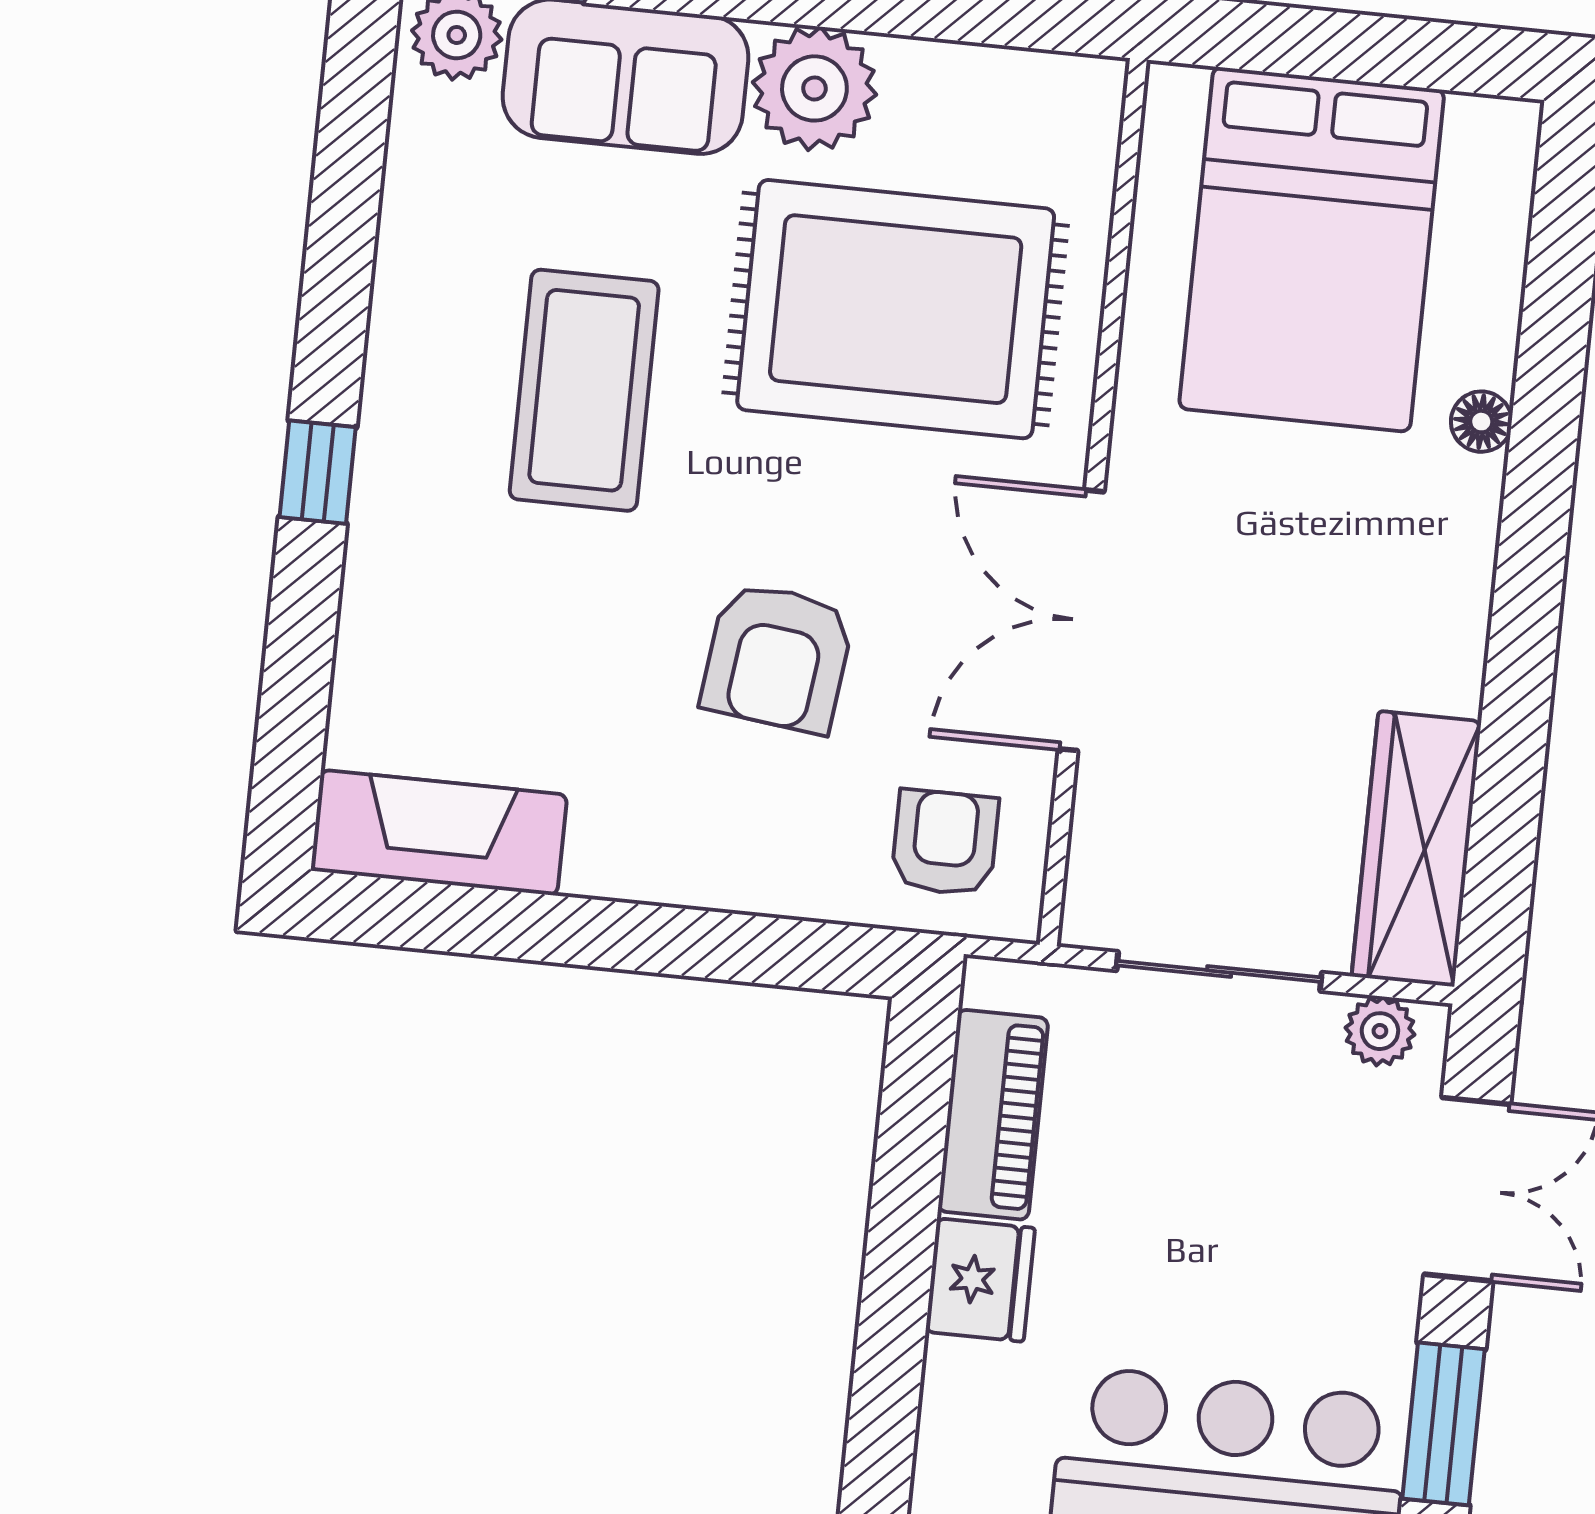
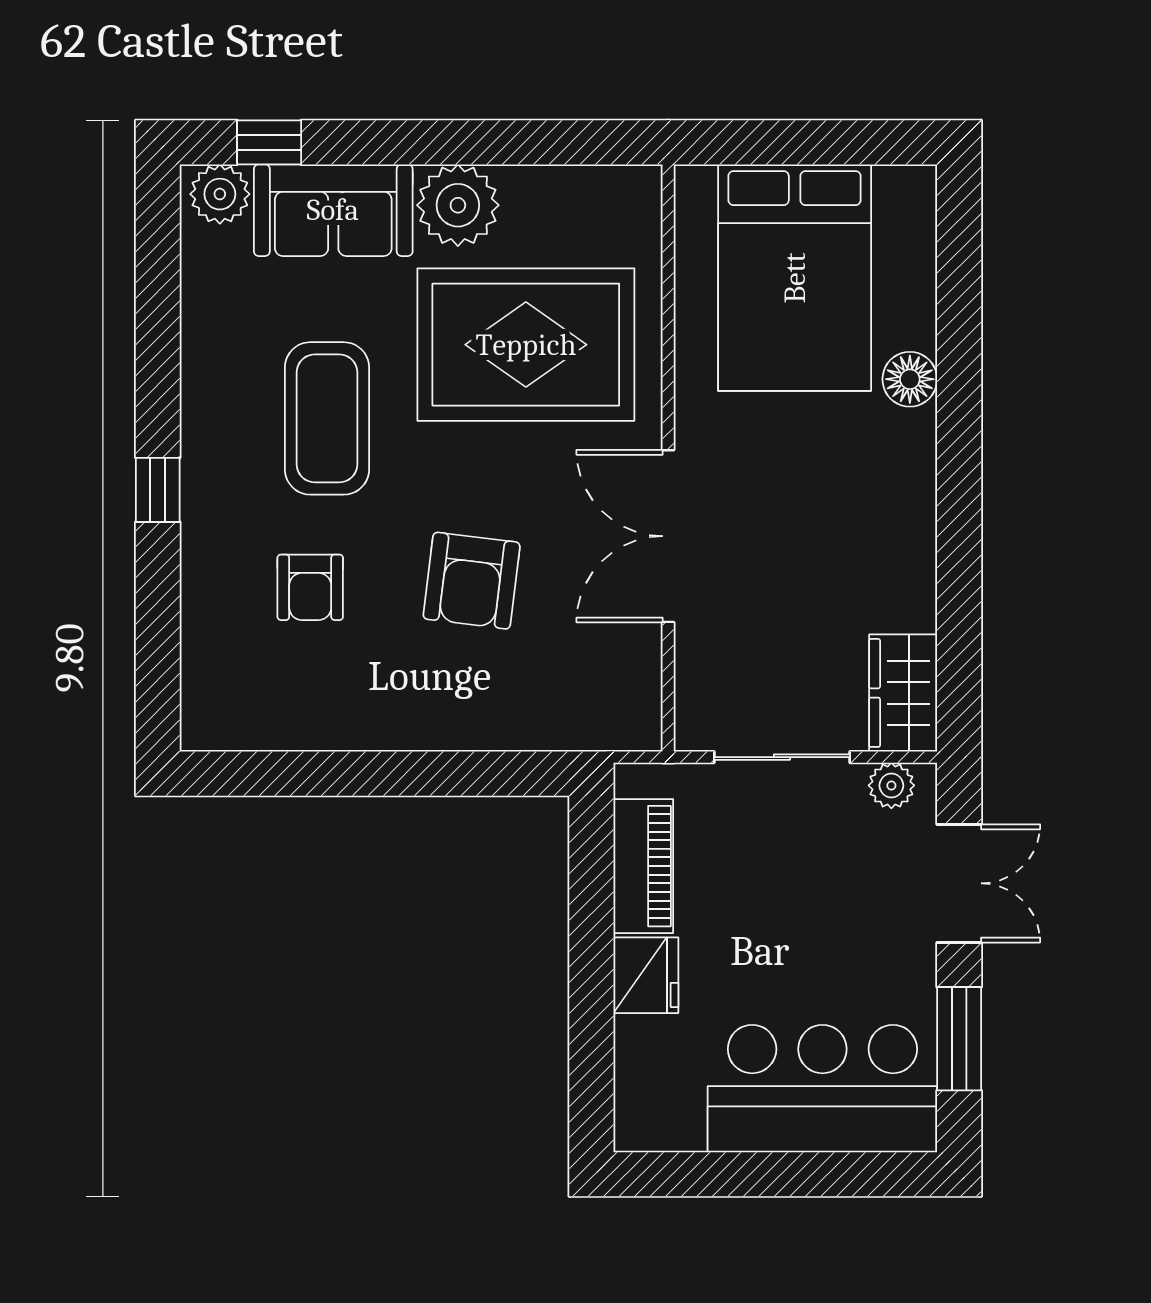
floor lamp: (1481, 422) -> (910, 379), width x1.37, depth x1.37
fireplace: (439, 833) -> (261, 718), removed
armchair: (945, 843) -> (310, 587), moved, turned 180
wardrobe: (1416, 849) -> (903, 693), width x0.67

